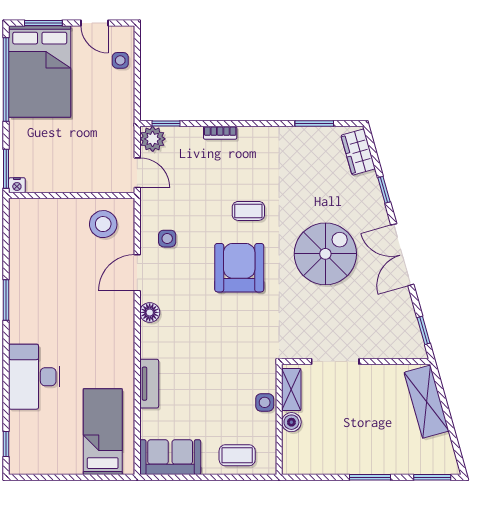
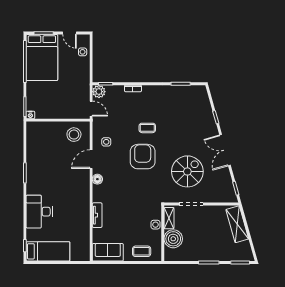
wardrobe: (358, 152) -> (203, 98), removed
spiral stairs: (325, 254) -> (187, 171), moved
boiler: (291, 422) -> (173, 239), width x1.86, depth x1.86
bed: (103, 432) -> (48, 251), moved, turned 90

